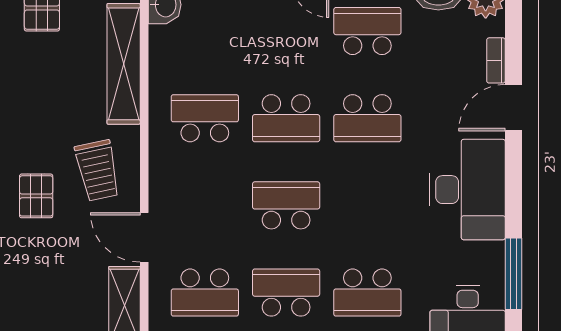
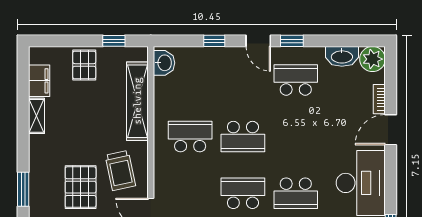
school desk: (367, 118) -> (296, 193), moved
pallet: (36, 196) -> (81, 187), width x1.50, depth x1.42

